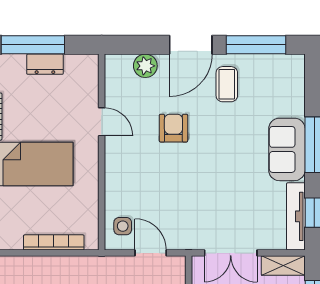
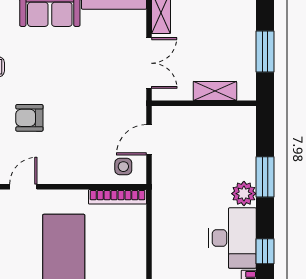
bookcase: (54, 242) -> (118, 197), moved, turned -90

